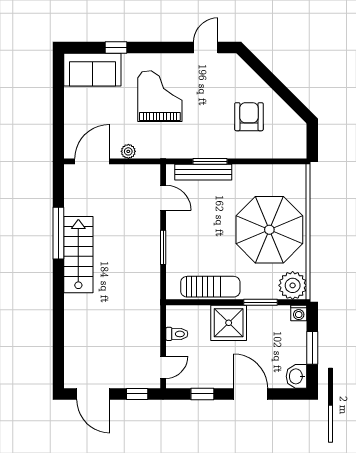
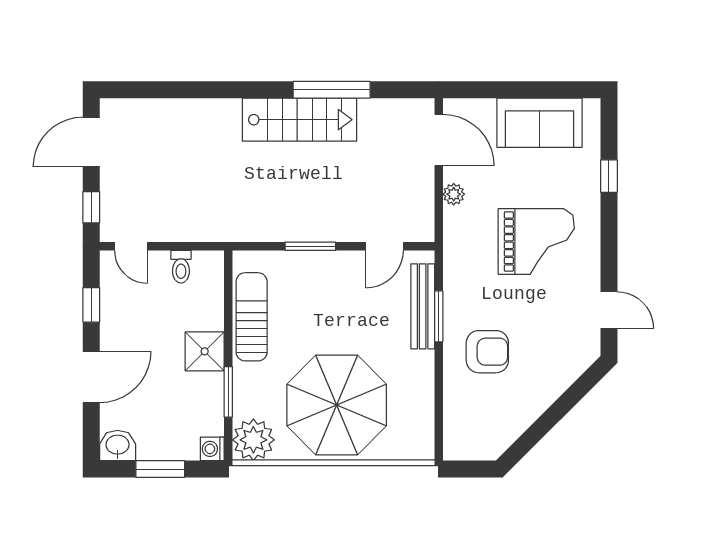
sofa: (92, 70) -> (540, 123), moved, turned -90
armchair: (249, 117) -> (487, 352), moved
sun lounger: (210, 287) -> (252, 317), turned 180
shower: (229, 323) -> (205, 351), width x0.73, depth x0.73

